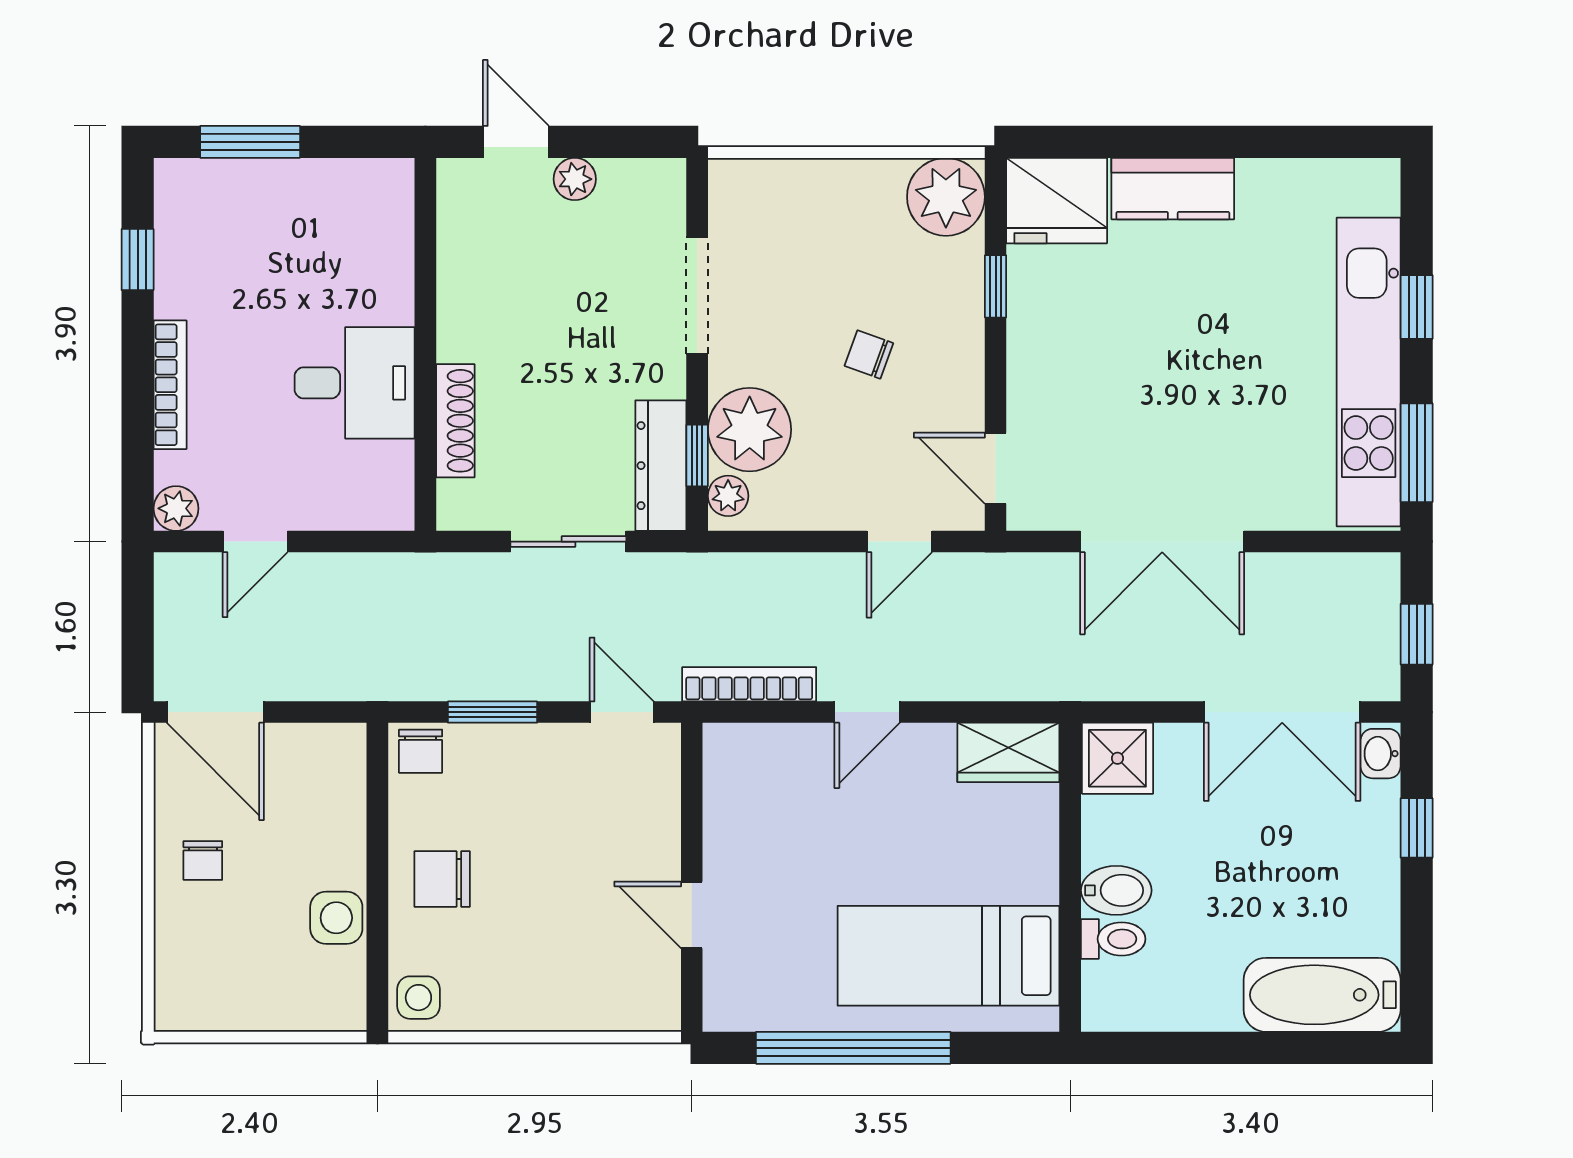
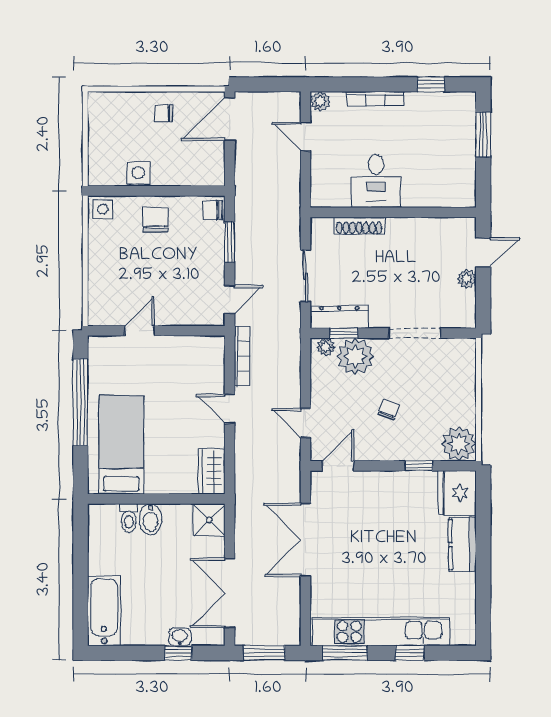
window: (1417, 634) -> (264, 653), width x1.50
washbasin: (1381, 754) -> (180, 637), moved

